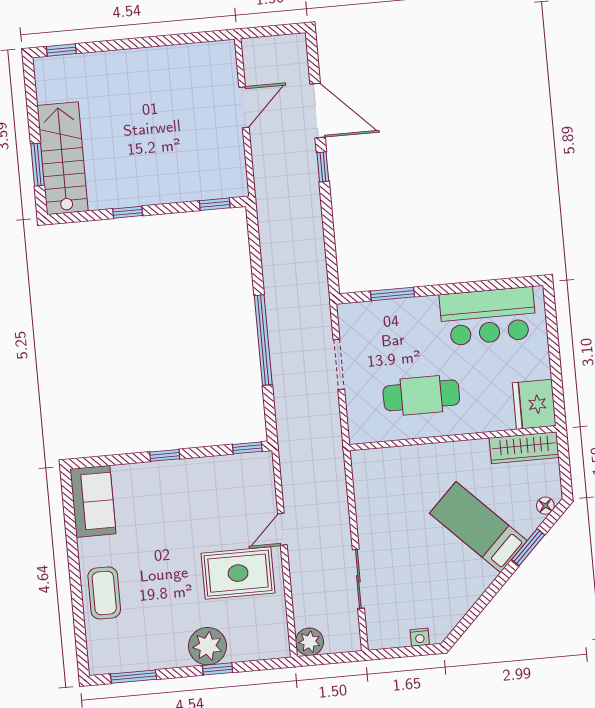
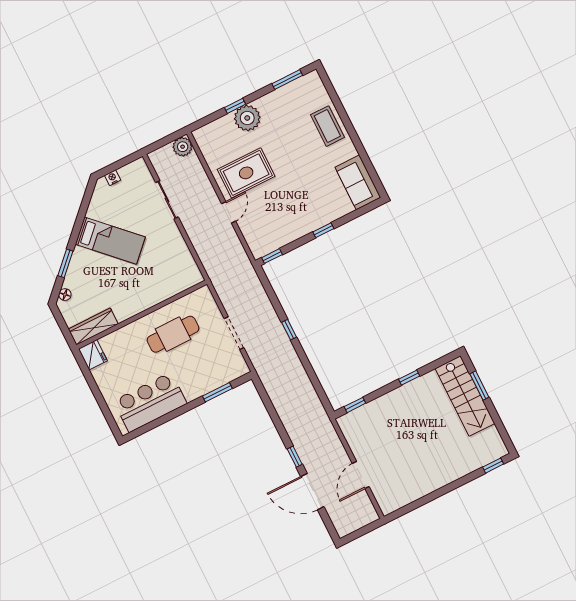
window: (263, 340) -> (289, 330), width x0.32
fridge: (534, 404) -> (93, 355), width x0.73, depth x0.75
bed: (478, 527) -> (110, 241), moved

